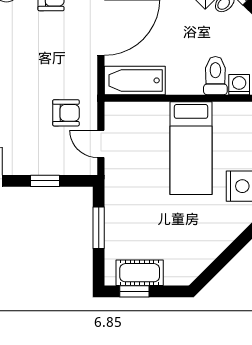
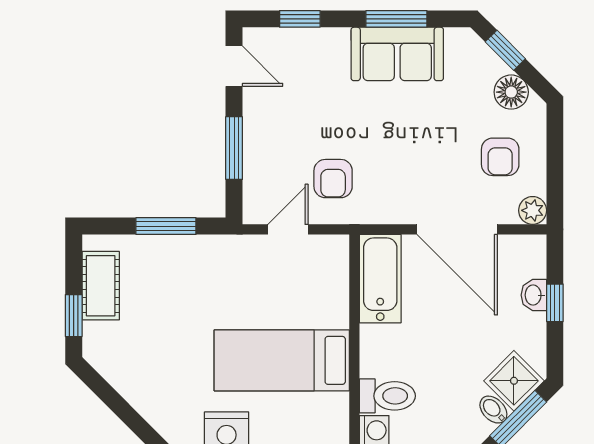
window: (45, 181) -> (234, 148), width x1.50
window: (134, 291) -> (74, 316), moved

